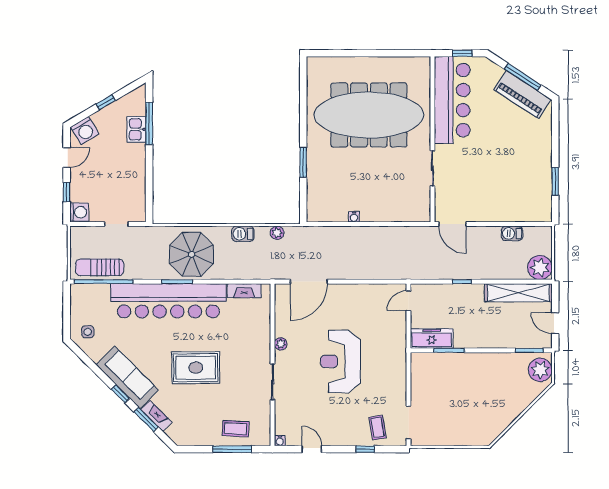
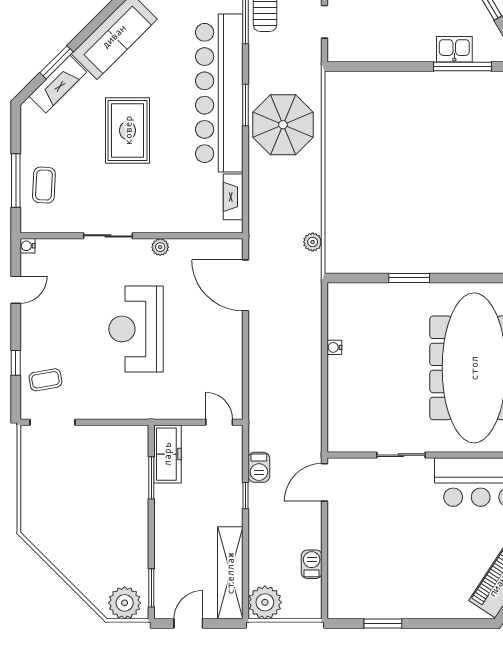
barbecue: (243, 234) -> (259, 467), moved, turned 180
reception desk: (340, 361) -> (136, 329), turned -90
window: (120, 394) -> (92, 27), removed
fireplace: (156, 416) -> (58, 84), width x1.37, depth x1.32

